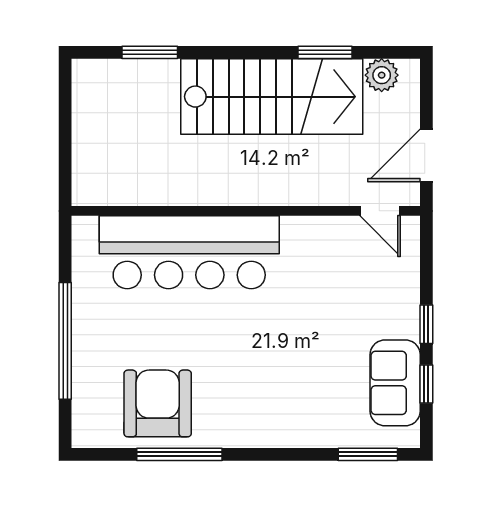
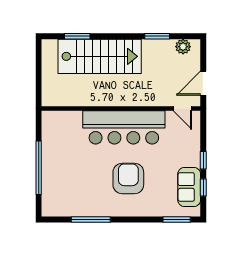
stairs: (272, 97) -> (100, 56), moved
bar counter: (189, 252) -> (124, 127), moved
armchair: (158, 403) -> (128, 178), moved

